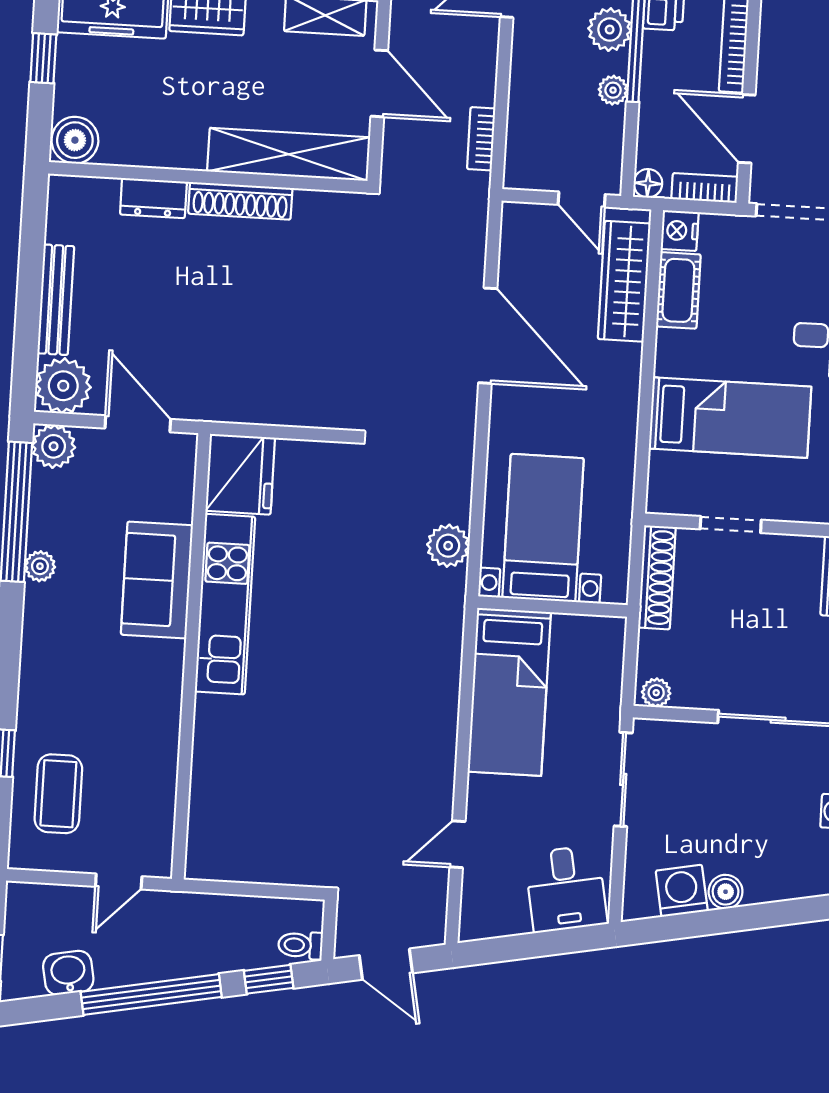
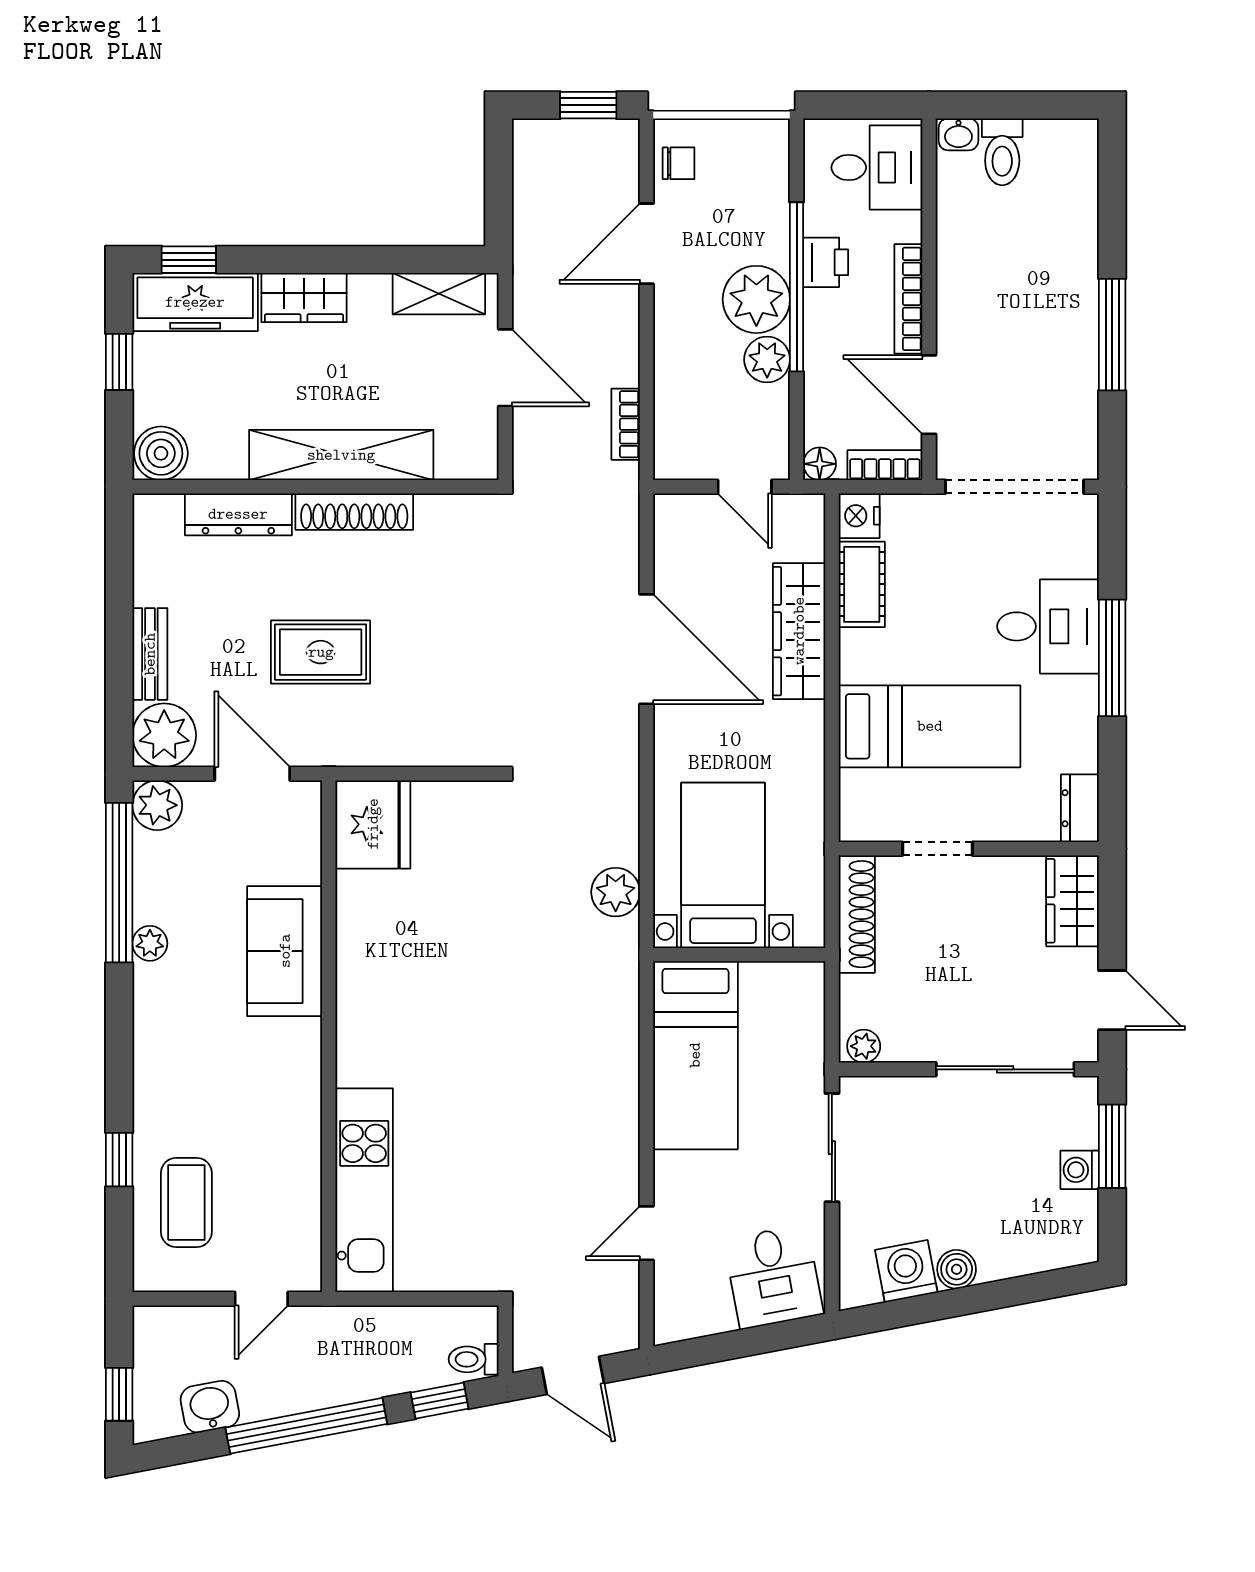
plant: (610, 30) -> (756, 299), width x1.36, depth x1.36
plant: (613, 90) -> (767, 360), width x1.38, depth x1.38
shelving: (289, 154) -> (341, 455), moved
dresser: (153, 198) -> (238, 514), width x1.44
wardrobe: (624, 281) -> (799, 631), moved
bench: (56, 300) -> (150, 654), width x0.73
rug: (204, 321) -> (321, 652), added
kitchen unit: (225, 604) -> (364, 1190), moved

